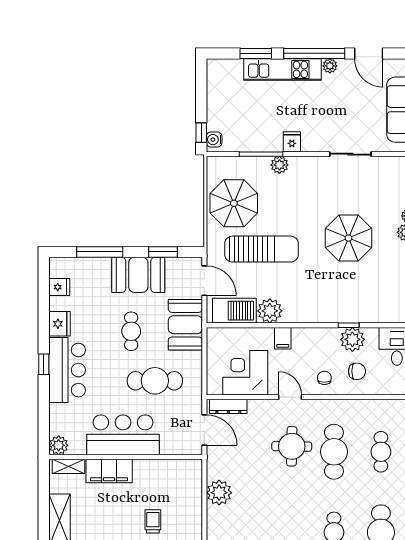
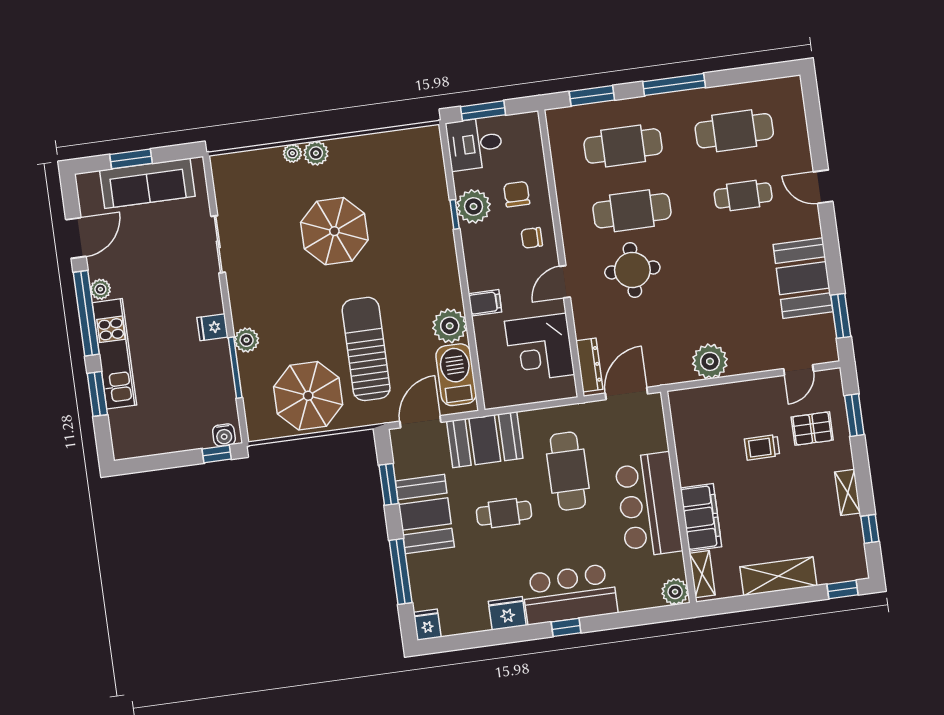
fridge: (59, 287) -> (427, 625), moved
cafe table: (381, 452) -> (623, 146), width x1.37, depth x1.35

